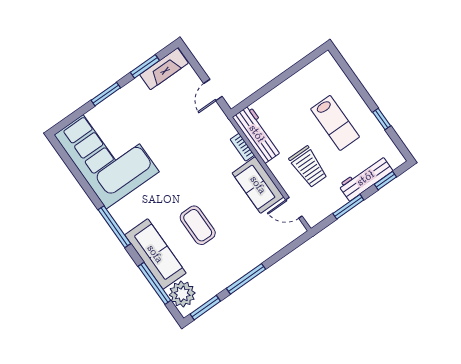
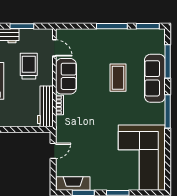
plant: (182, 294) -> (156, 44), removed

